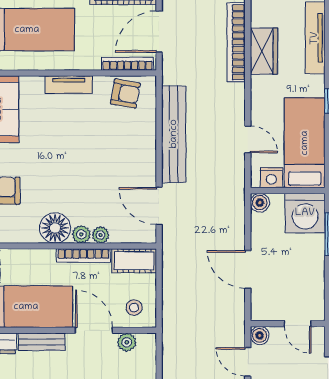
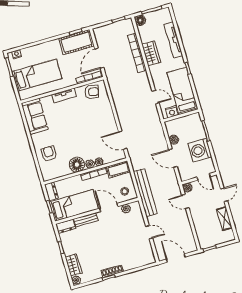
bench: (174, 134) -> (145, 193), moved
boiler: (260, 203) -> (174, 140), moved
washing machine: (305, 213) -> (200, 150), moved, turned 90

